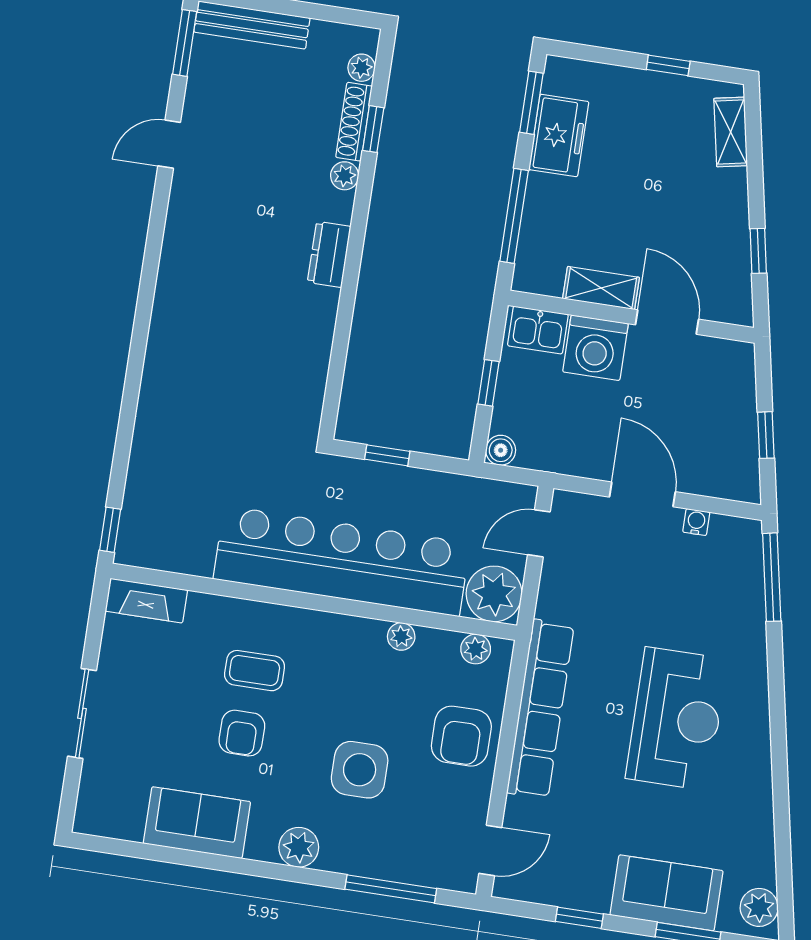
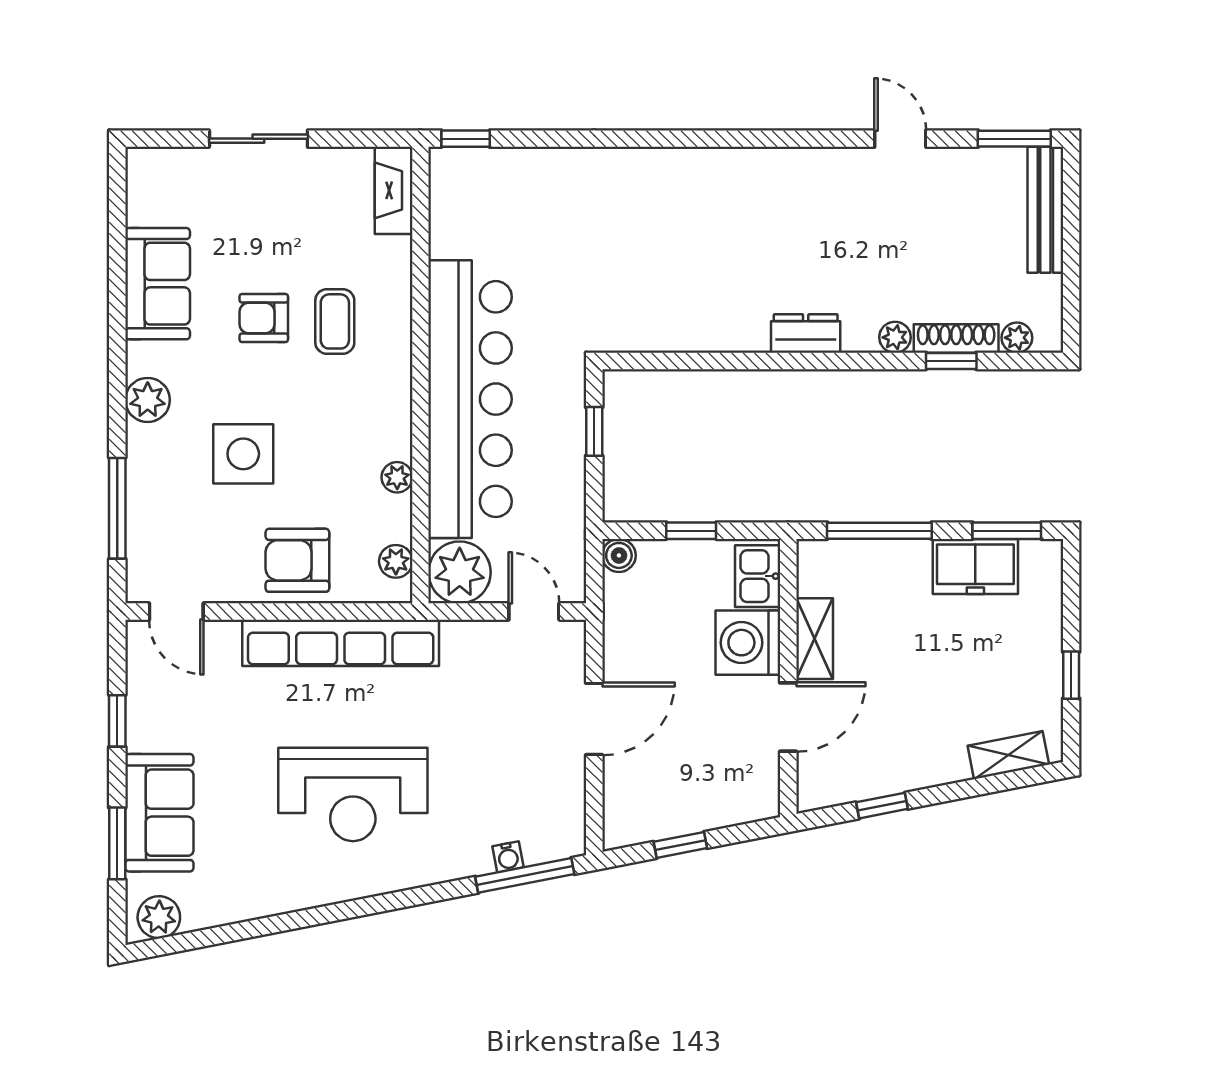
water cooler: (696, 522) -> (508, 857), moved, turned 79

